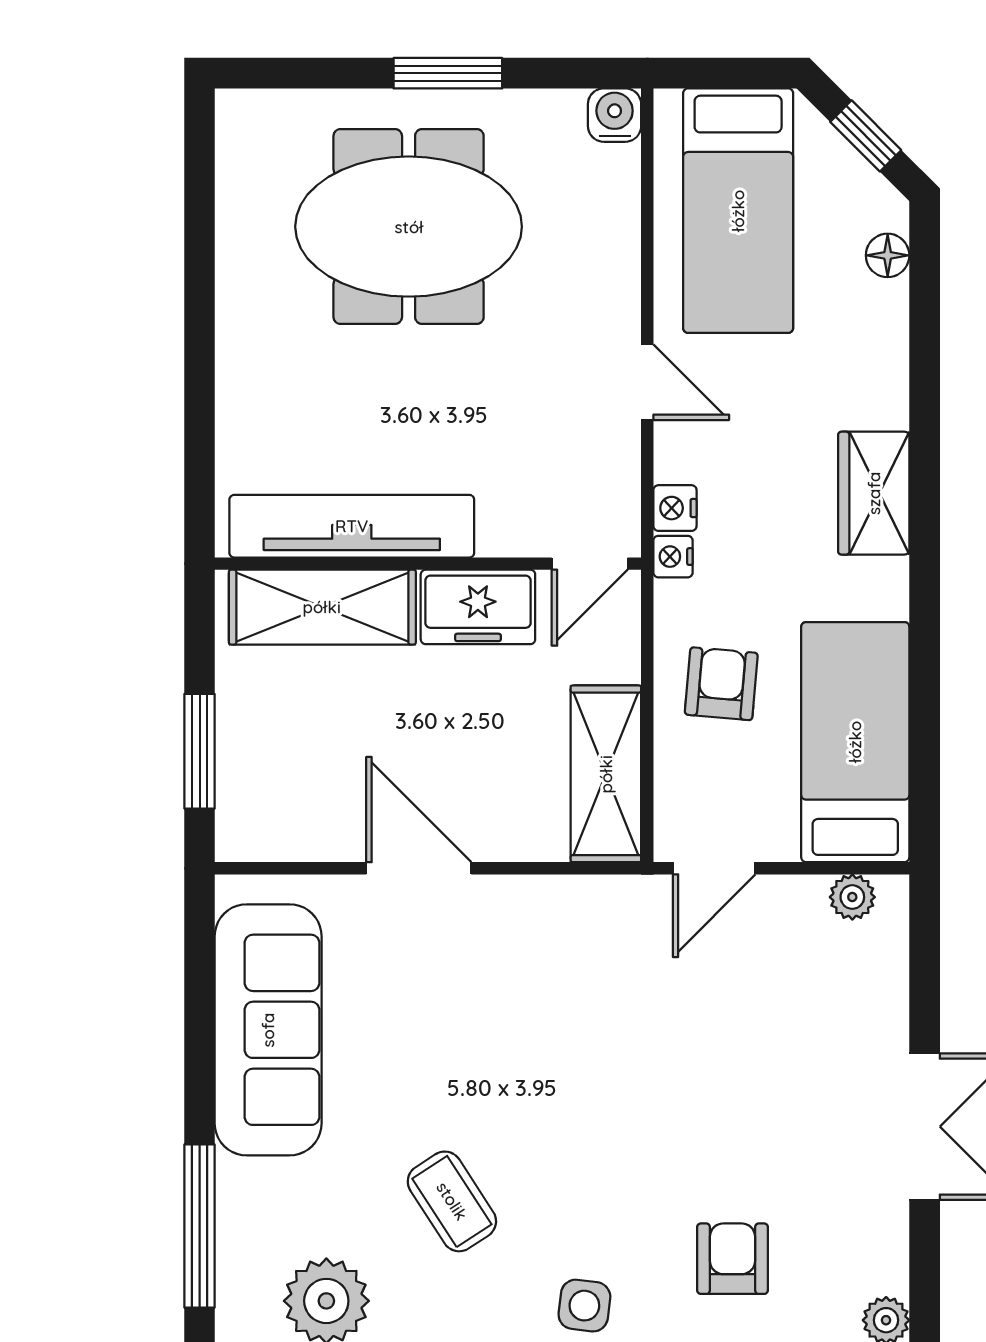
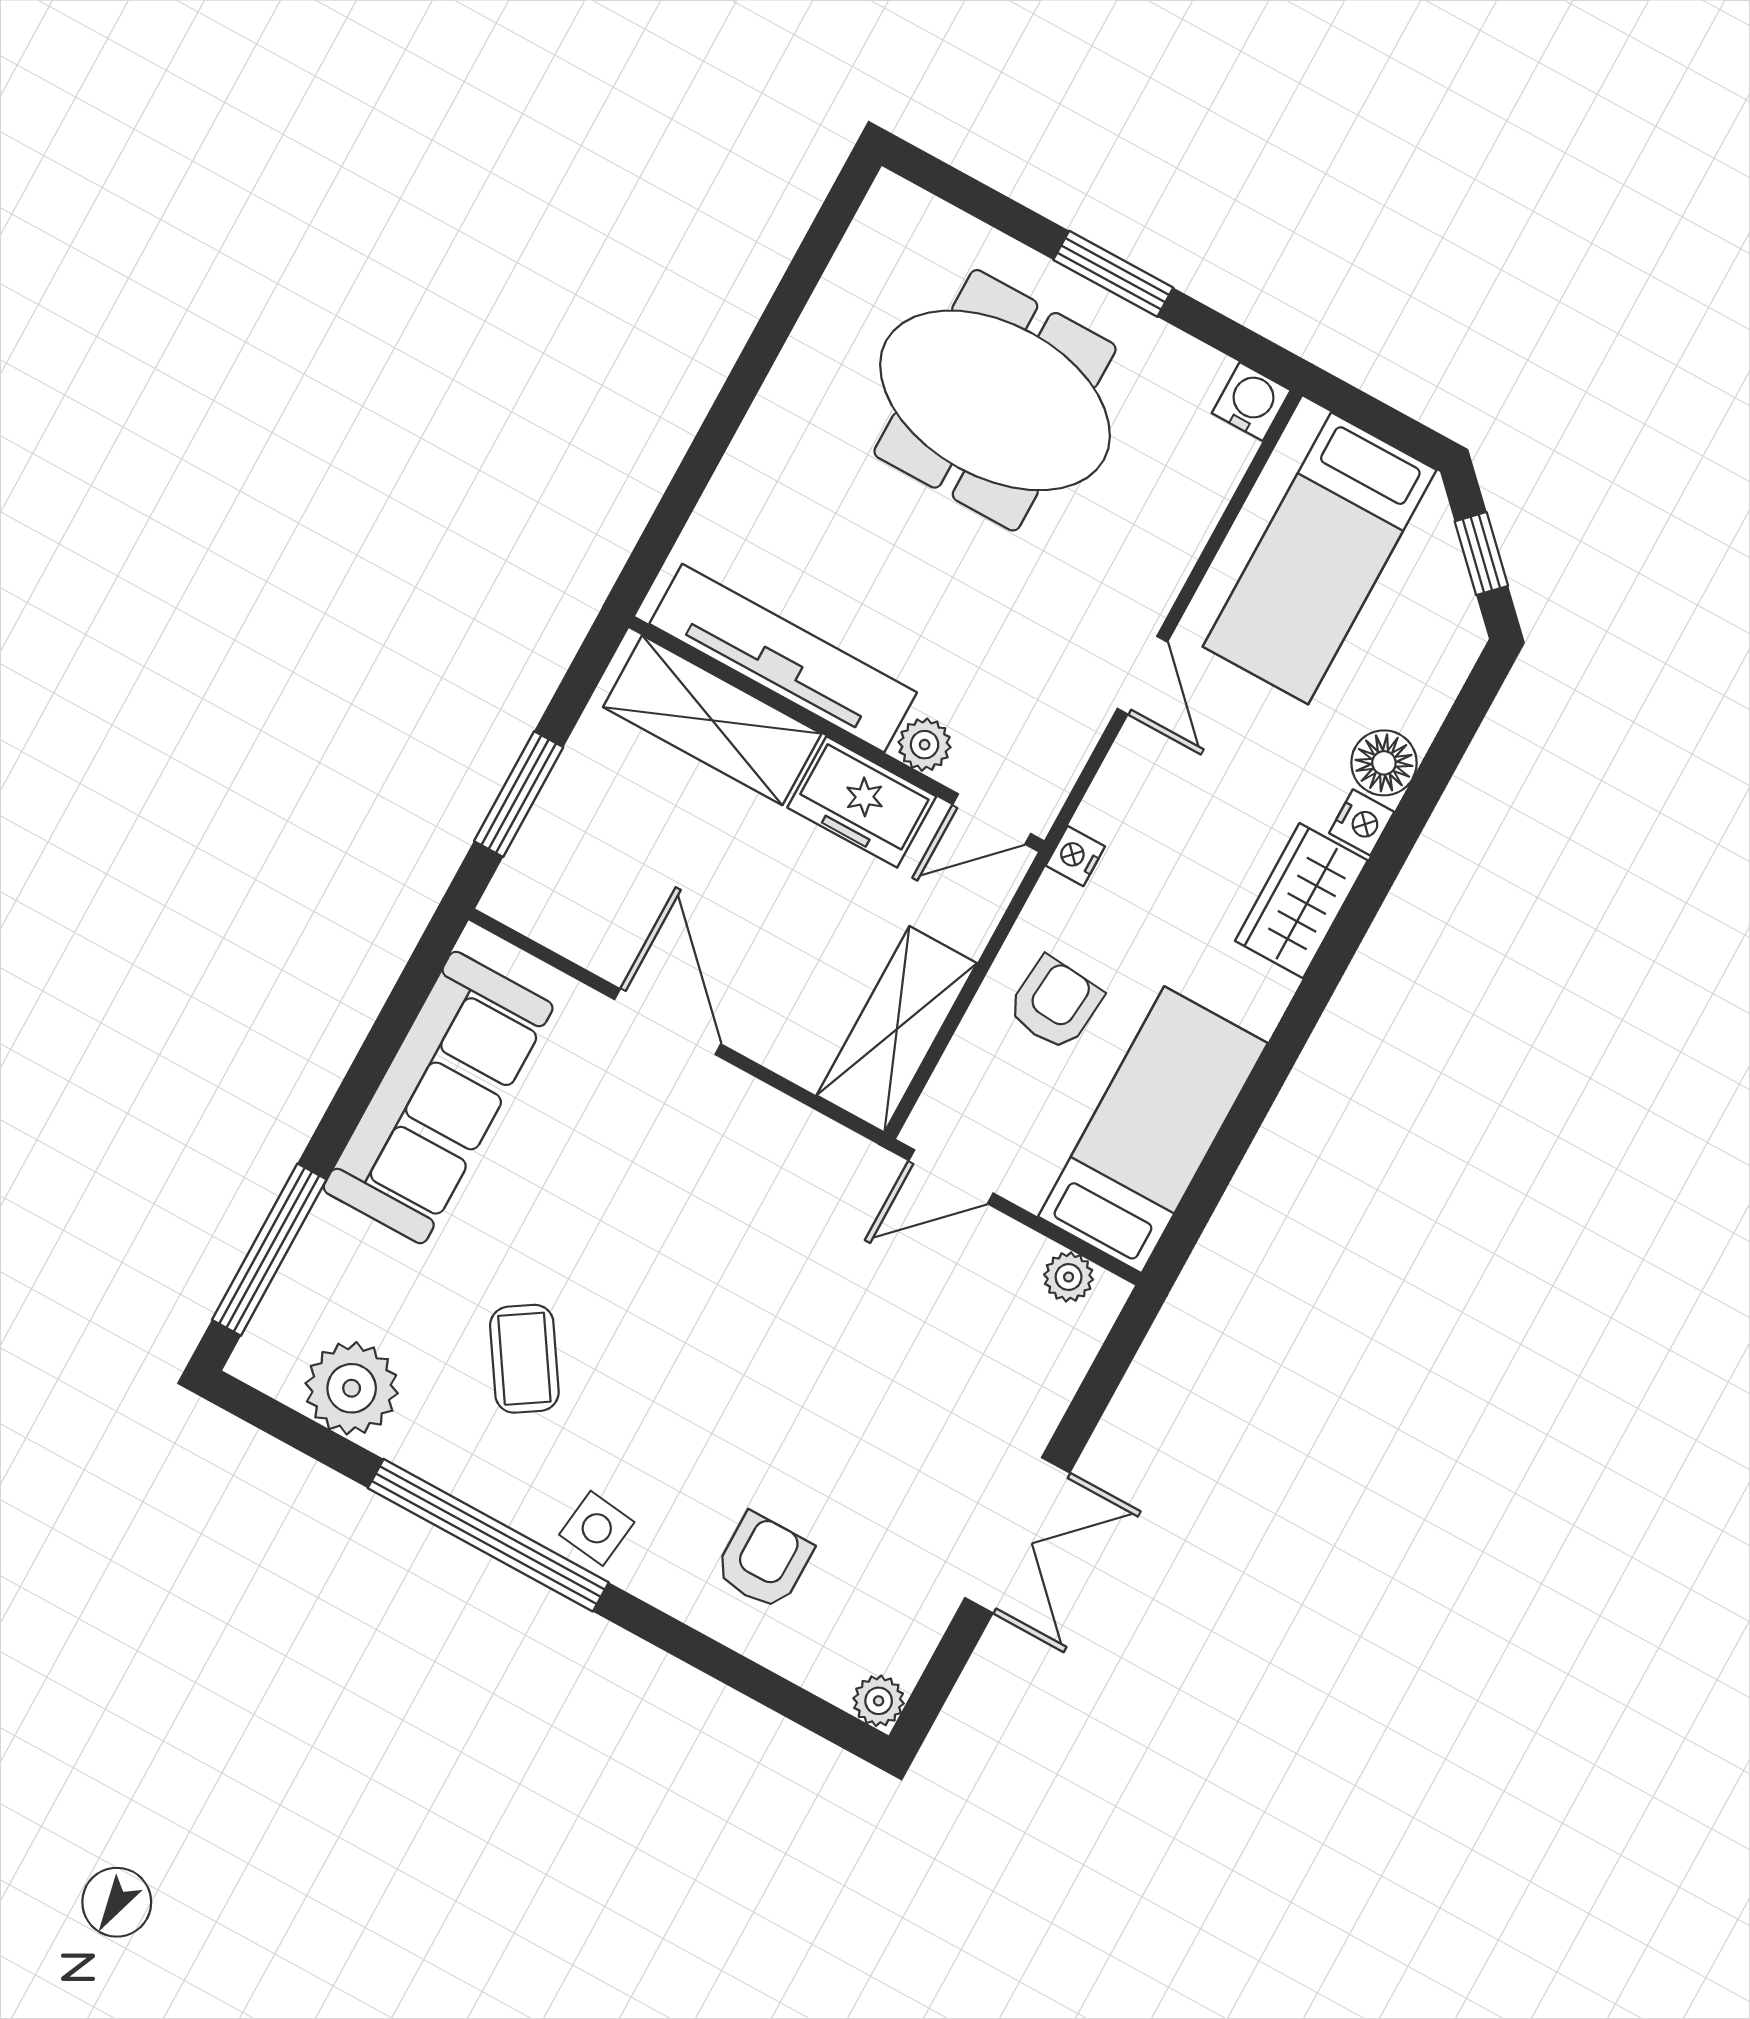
floor lamp: (888, 255) -> (1384, 763), moved, width x1.37, depth x1.37
nightstand: (675, 508) -> (1362, 822), moved, turned 180
plant: (503, 533) -> (925, 745), added

